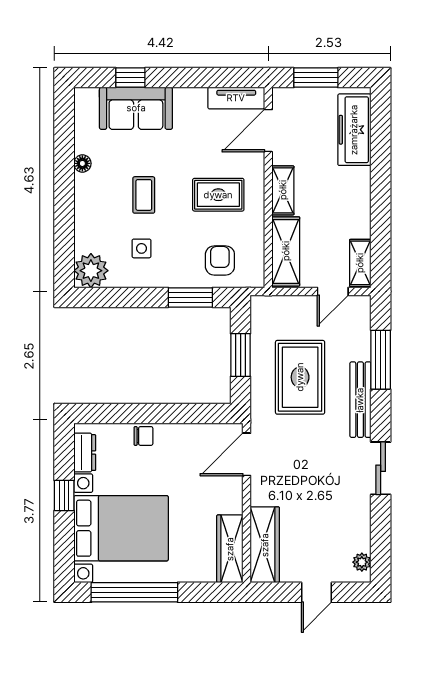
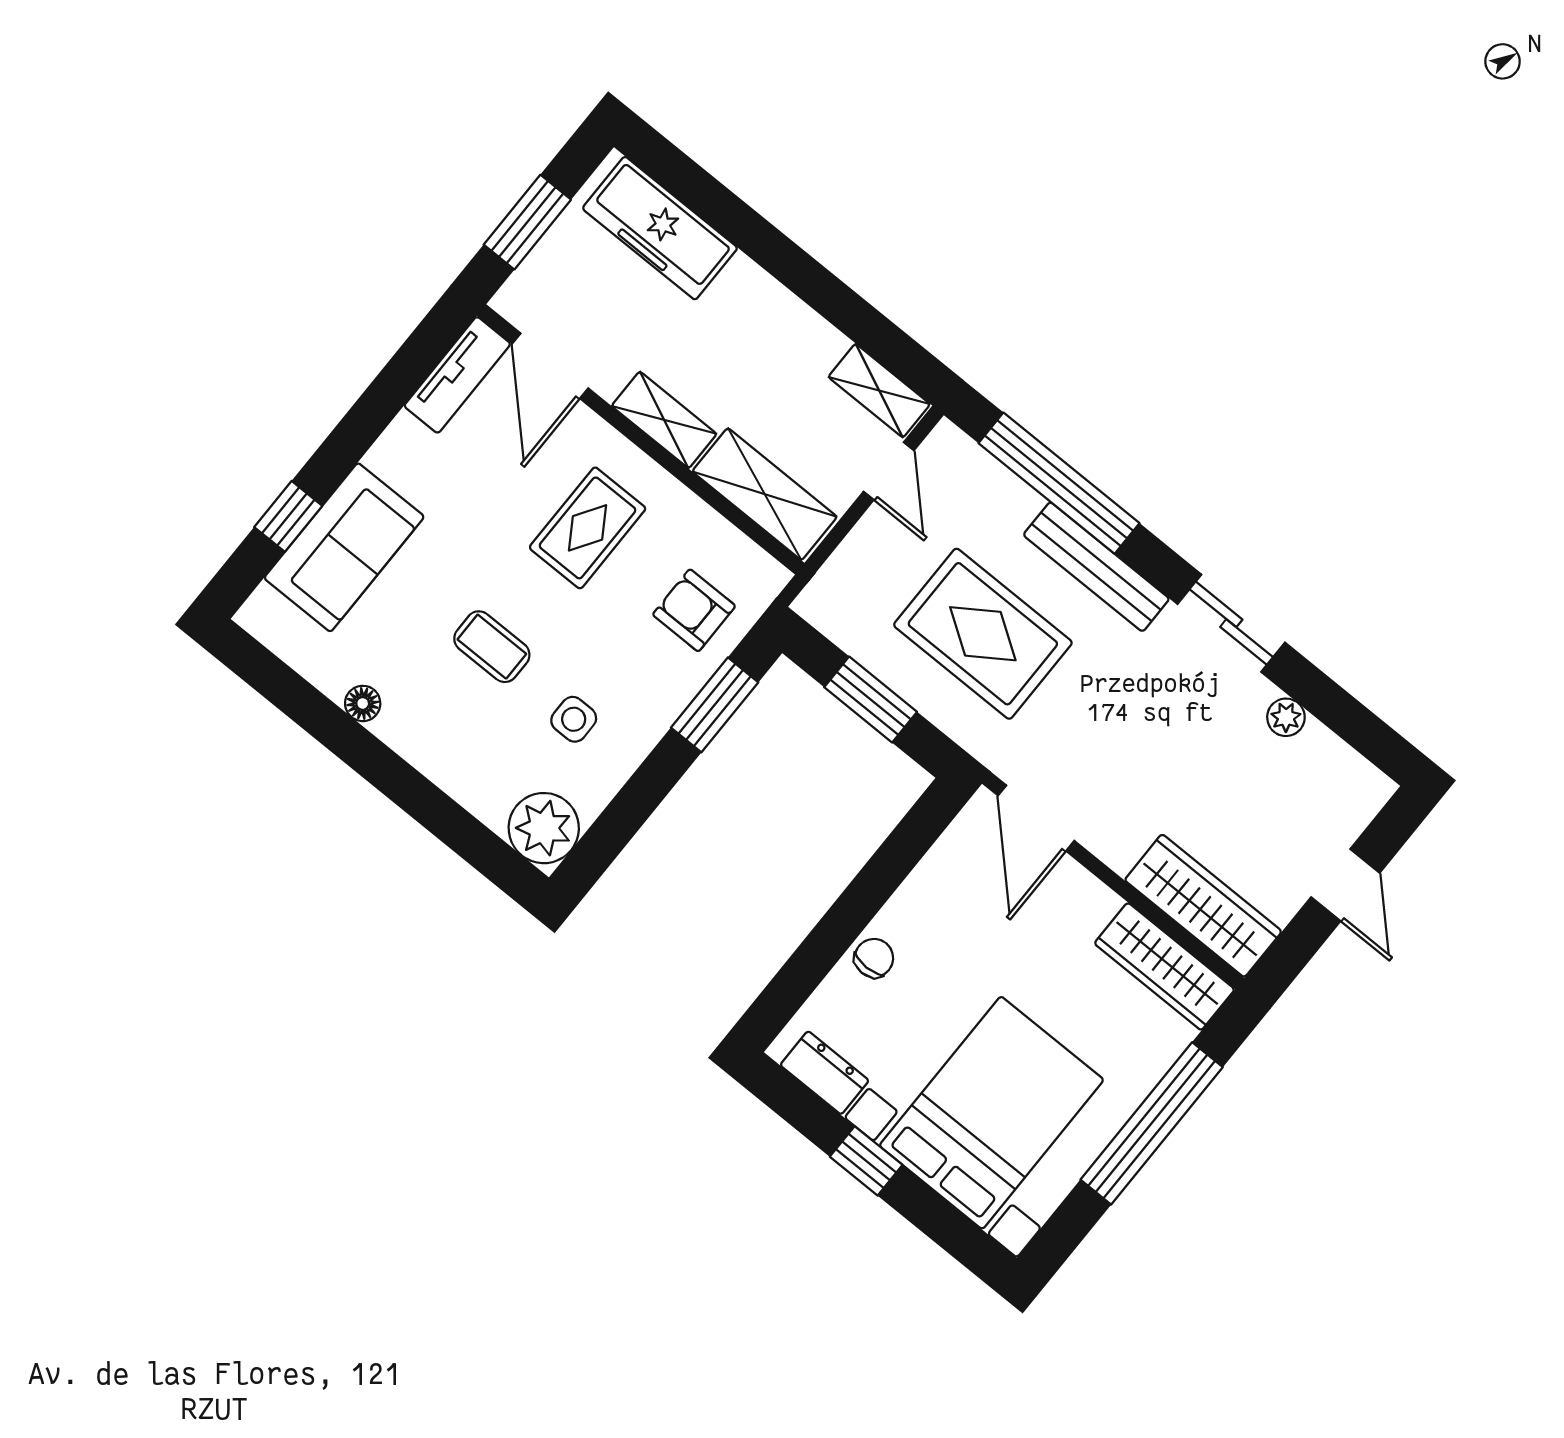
window: (381, 360) -> (1059, 483), width x1.46
plant: (362, 562) -> (1286, 717), moved
window: (134, 592) -> (1152, 1123), moved

